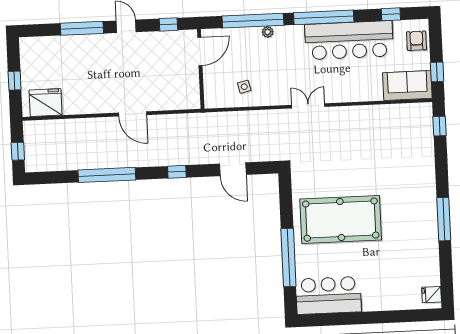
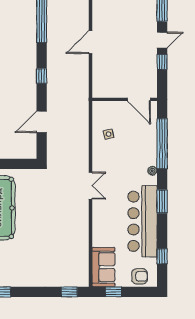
window: (324, 17) -> (162, 201), width x0.47
window: (168, 24) -> (162, 62), moved
plant: (268, 32) -> (152, 171), moved

